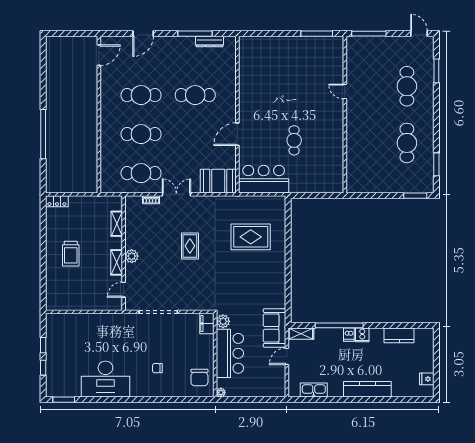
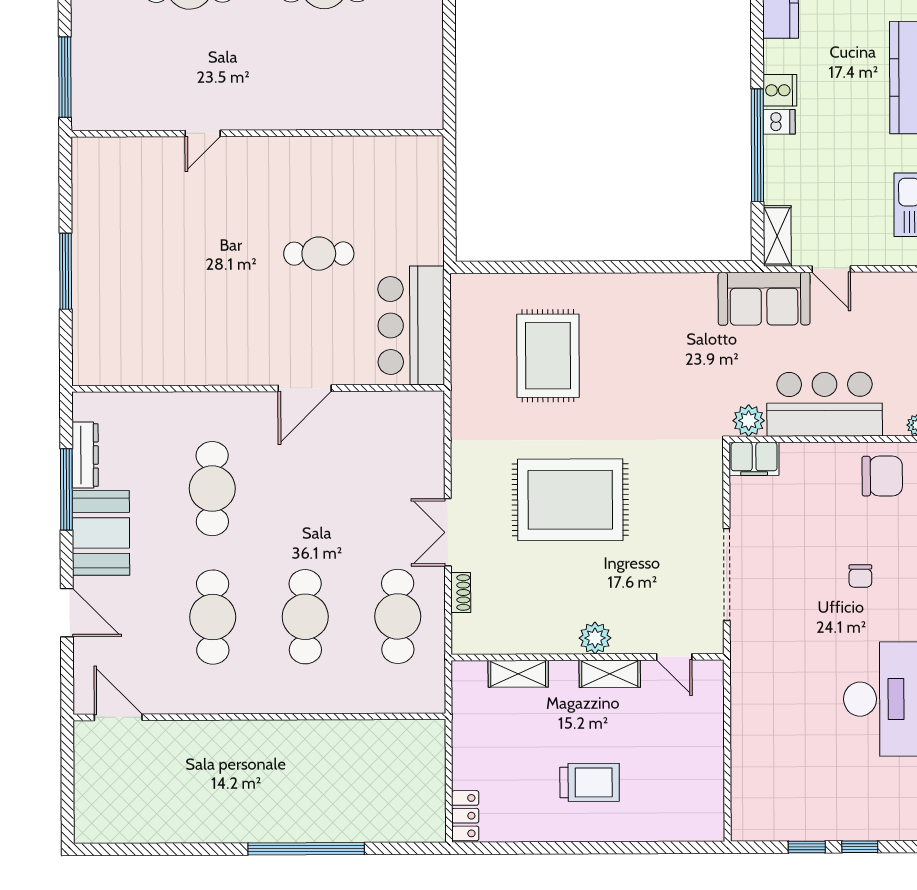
window: (317, 34) -> (66, 271), moved
door: (237, 134) -> (305, 388), hinge flipped
booth: (218, 181) -> (101, 533), moved
rug: (190, 246) -> (570, 500), width x1.86, depth x2.06

